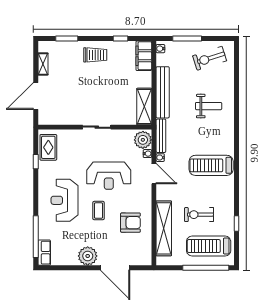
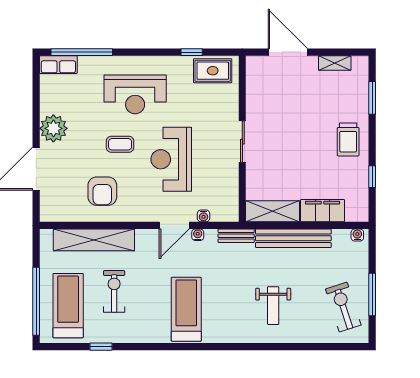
window: (187, 38) -> (372, 295), moved
filing cabinet: (144, 56) -> (323, 211), moved
bench: (161, 136) -> (236, 236), width x0.73
plant: (143, 140) -> (224, 209), removed
reception desk: (64, 200) -> (135, 94), turned 180

